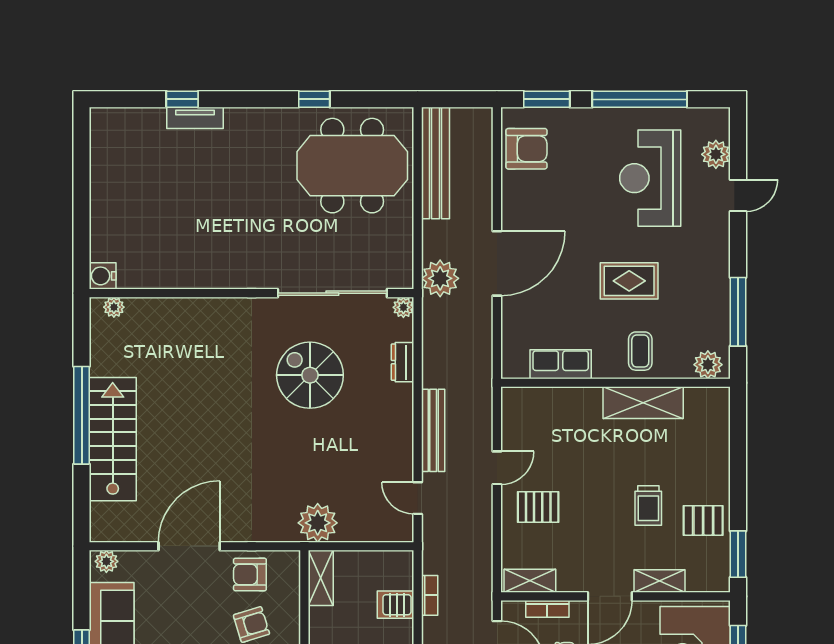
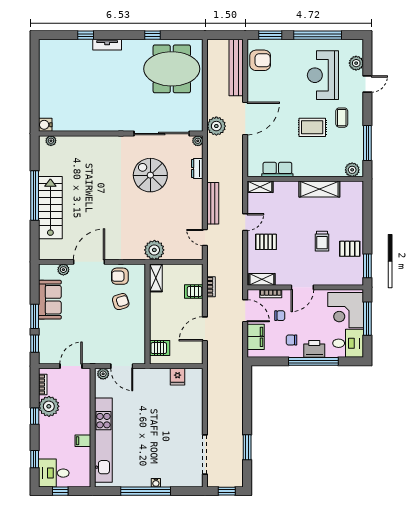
tv unit: (195, 118) -> (107, 45), moved
bench: (436, 163) -> (236, 68), moved
coffee table: (640, 351) -> (342, 118), moved
plant: (106, 561) -> (63, 270), moved
shelving: (660, 581) -> (260, 187), moved

